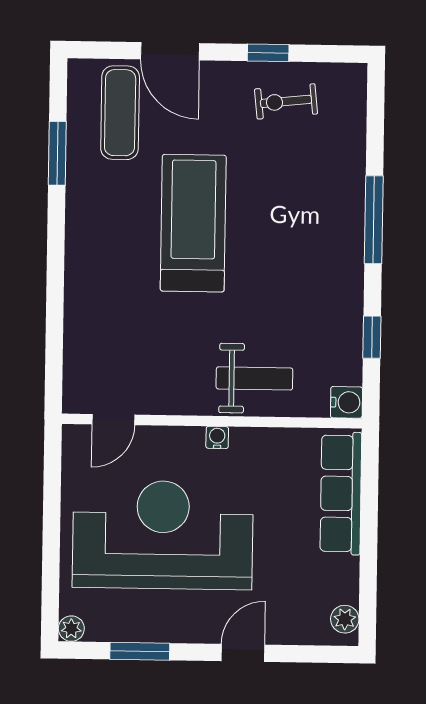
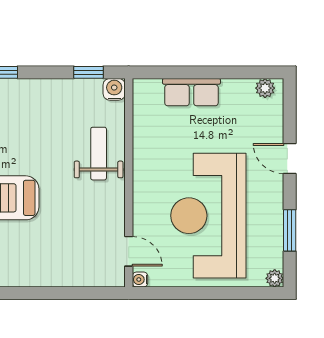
window: (372, 337) -> (89, 72), moved
water cooler: (217, 437) -> (140, 279), moved
row of seats: (341, 493) -> (191, 92), width x0.68

